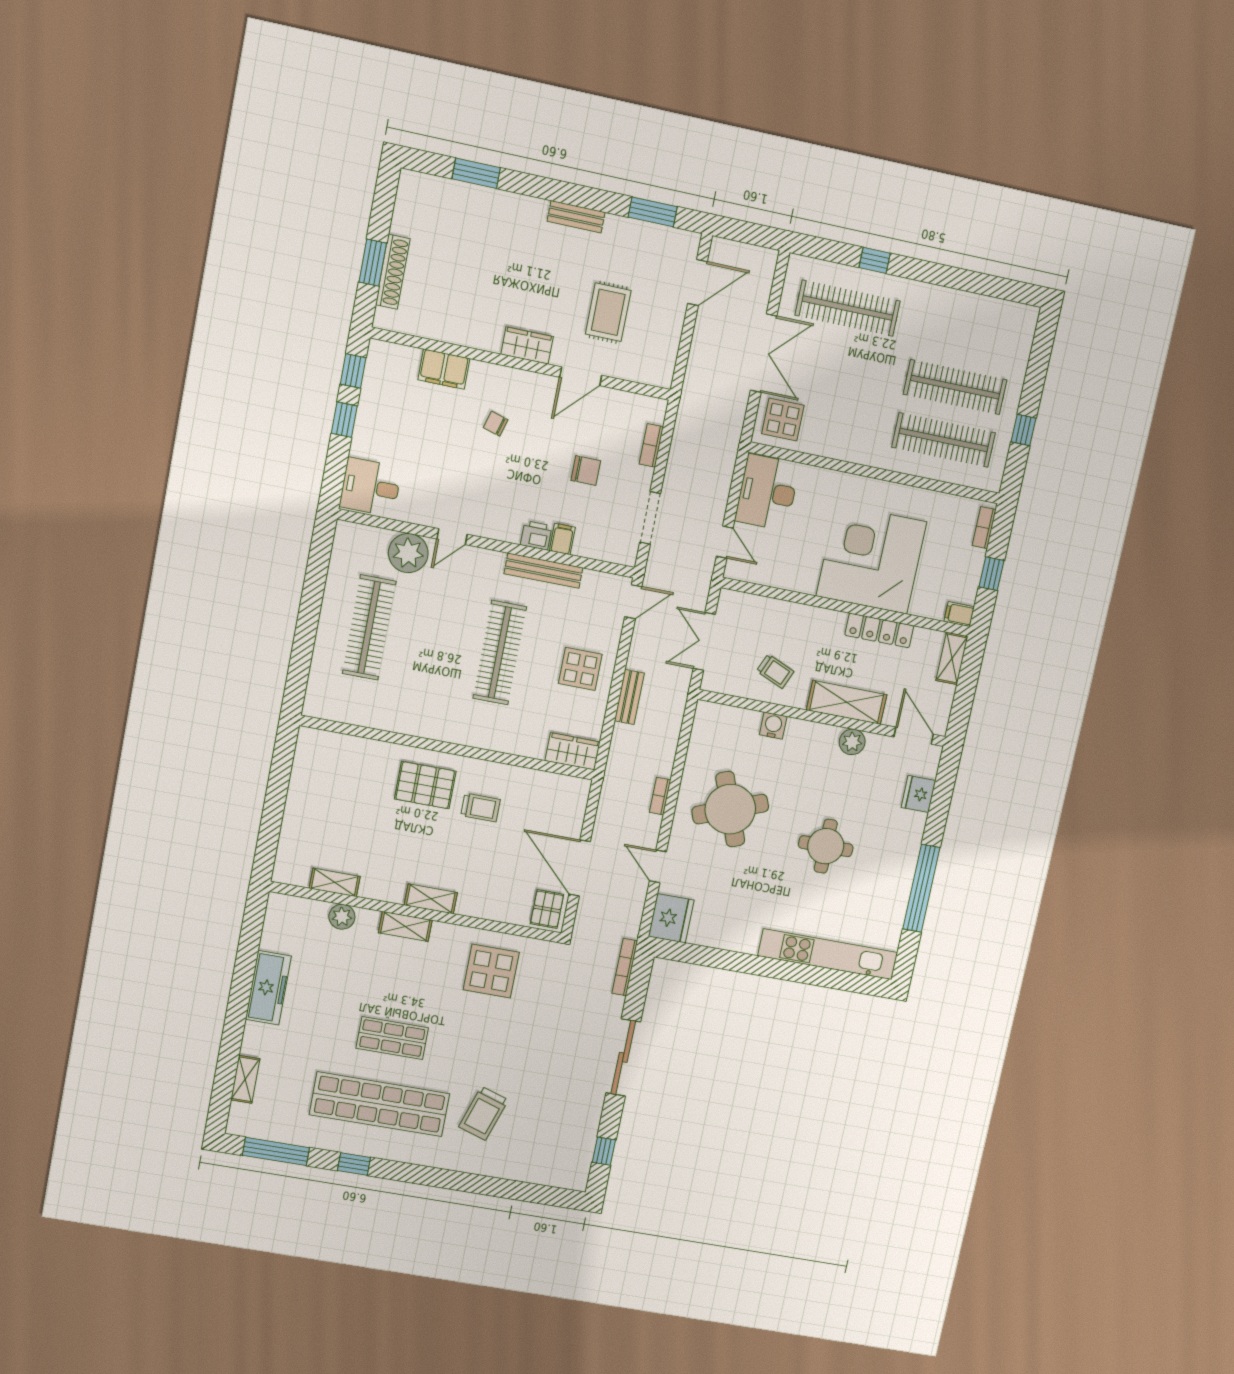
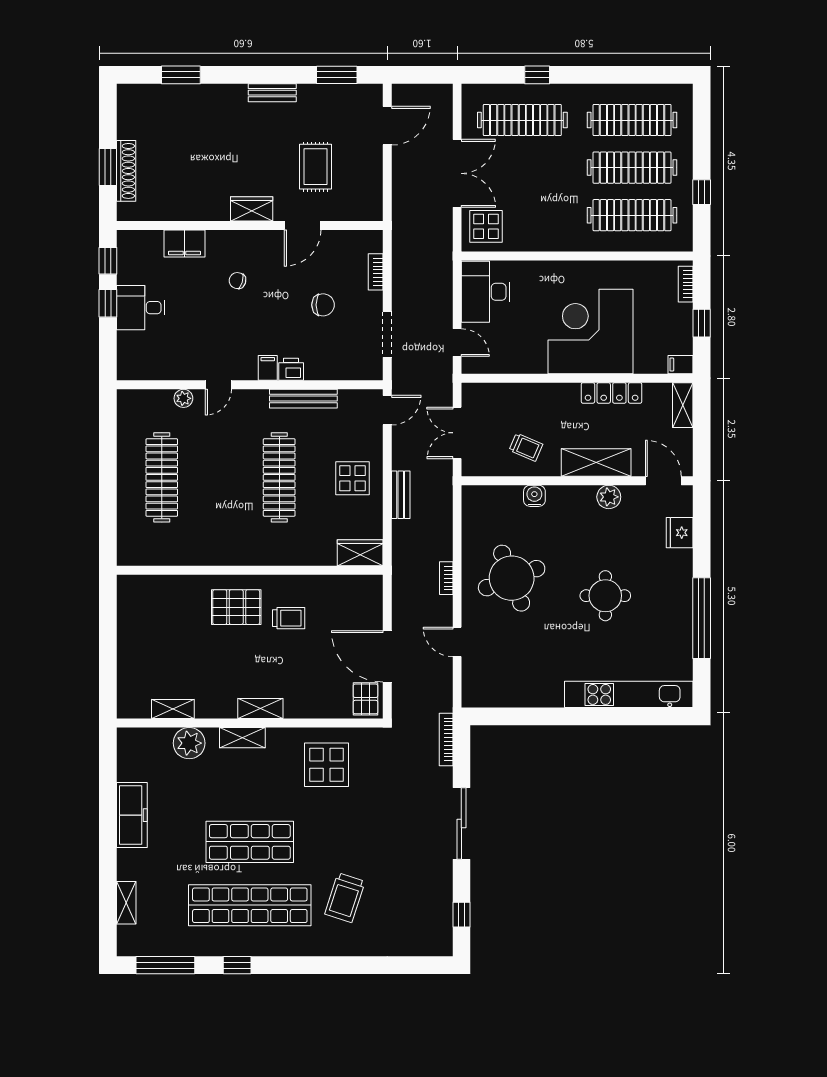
clothes rail: (967, 334) -> (632, 120), added
desk: (371, 487) -> (141, 308), moved
filing cabinet: (562, 539) -> (268, 368), moved
plant: (408, 553) -> (183, 398), width x0.53, depth x0.53
plant: (342, 917) -> (189, 743), width x1.36, depth x1.36
fridge: (671, 918) -> (479, 687), removed
shop shelf: (392, 1038) -> (250, 842), width x1.43, depth x1.36

